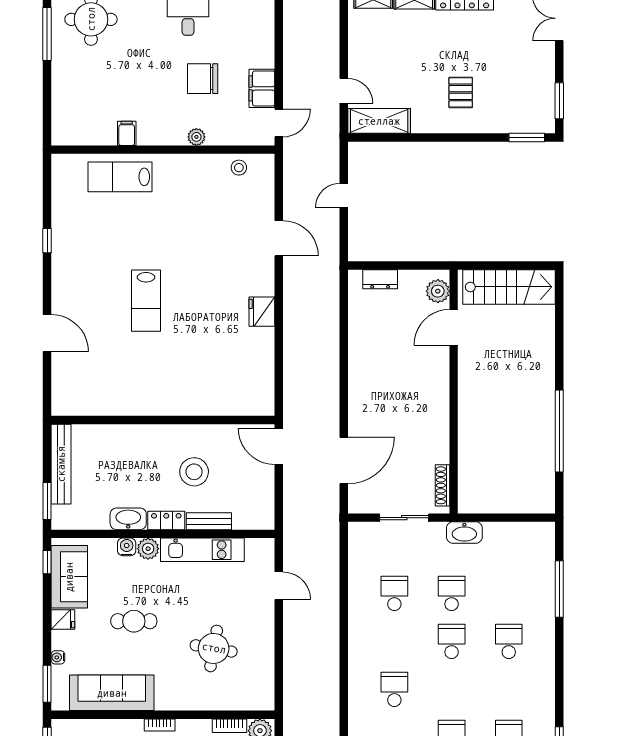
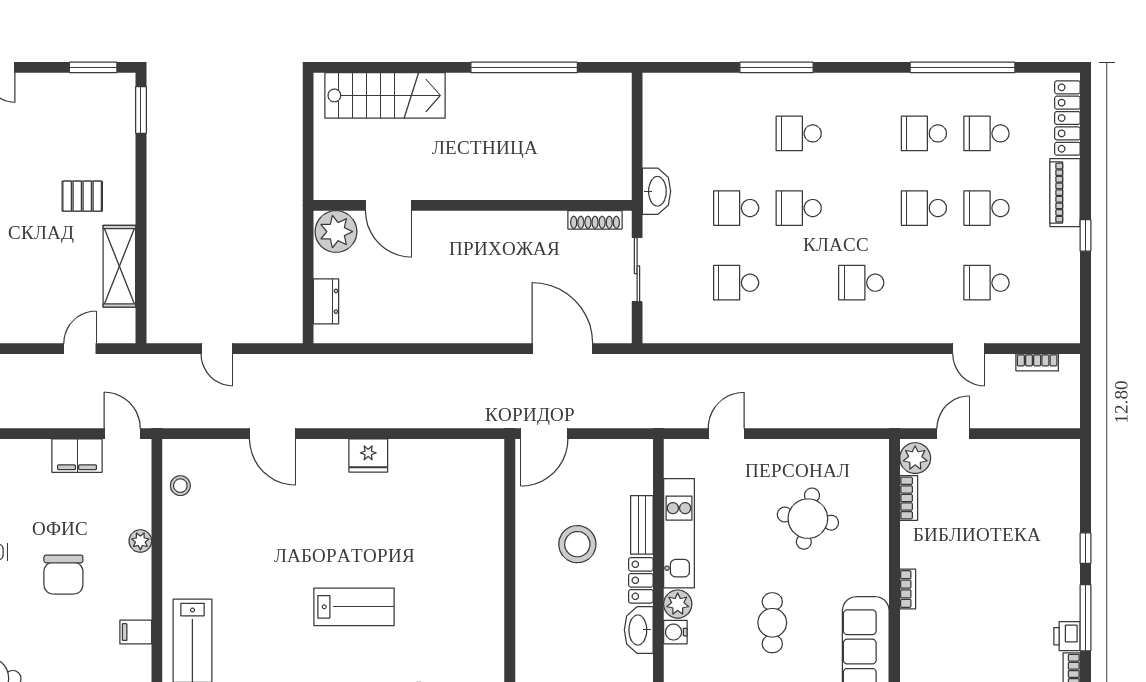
chair: (203, 79) -> (63, 575), moved
shelving: (379, 121) -> (119, 266), moved
door: (279, 238) -> (273, 434), swing flipped
stairs: (509, 287) -> (385, 95), moved, turned 90
plant: (438, 291) -> (336, 232), width x1.36, depth x1.36
window: (559, 589) -> (776, 67), moved

